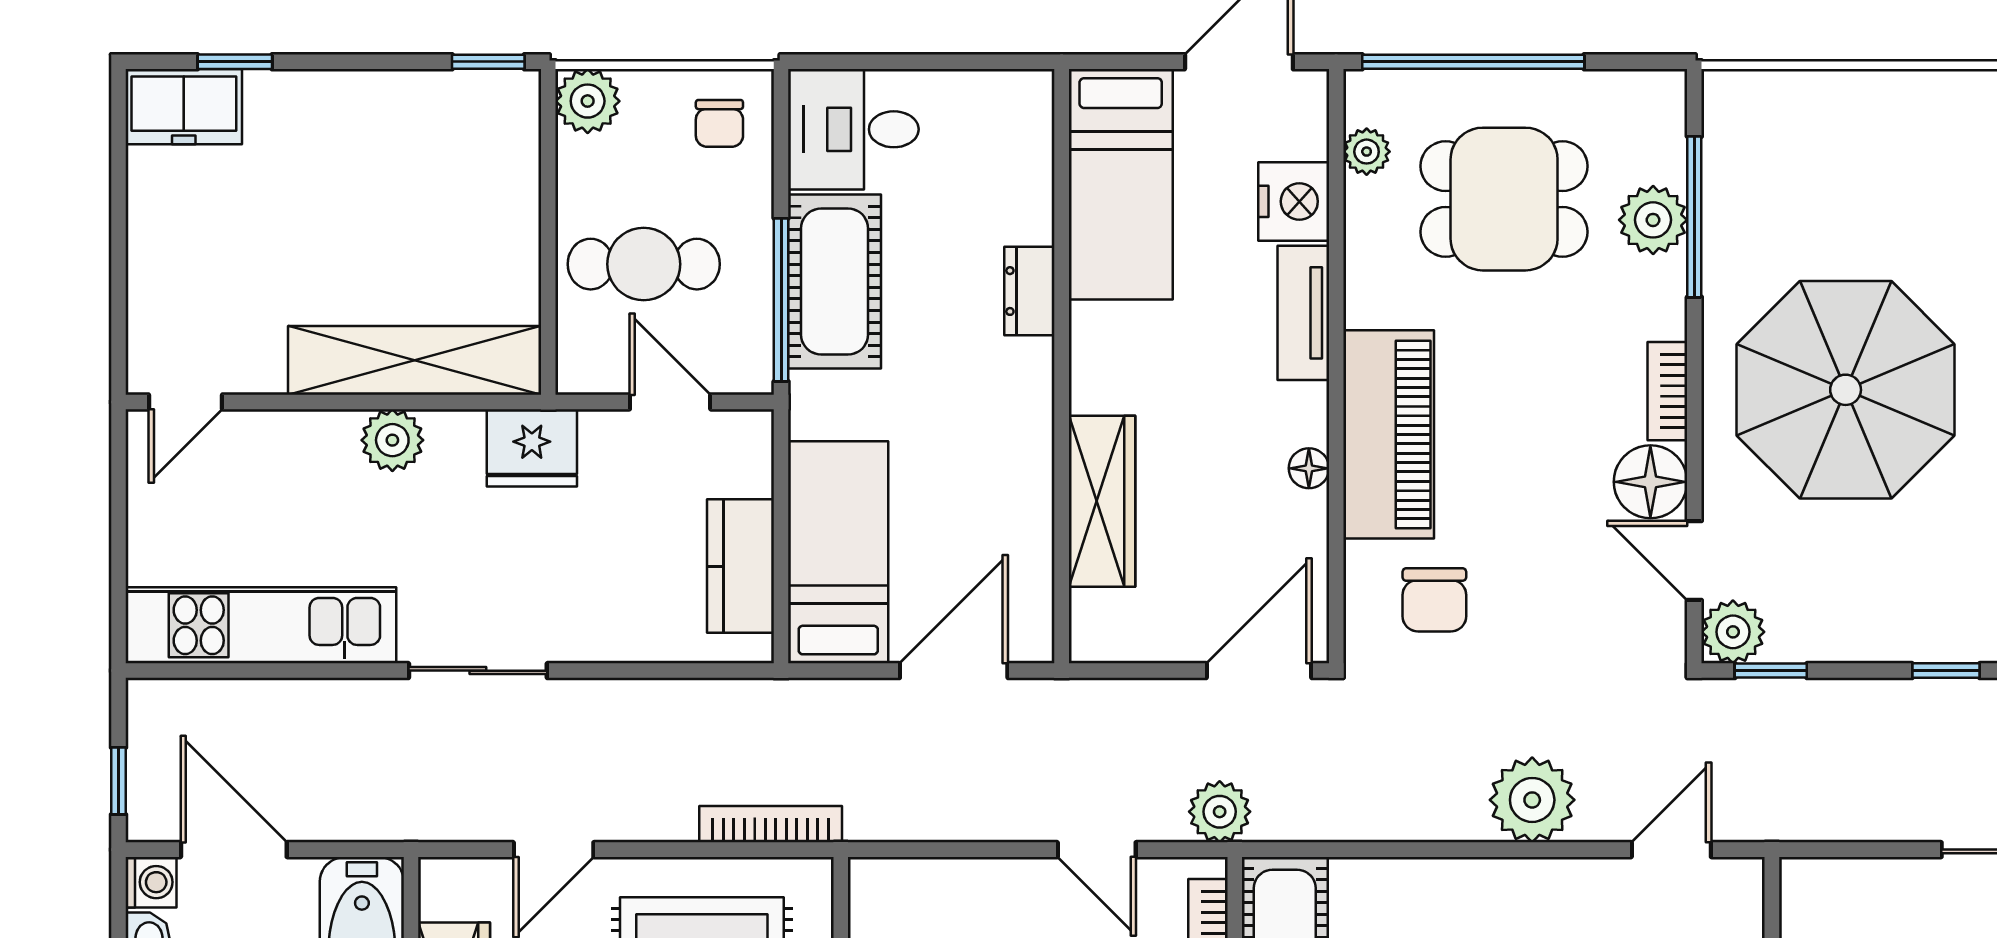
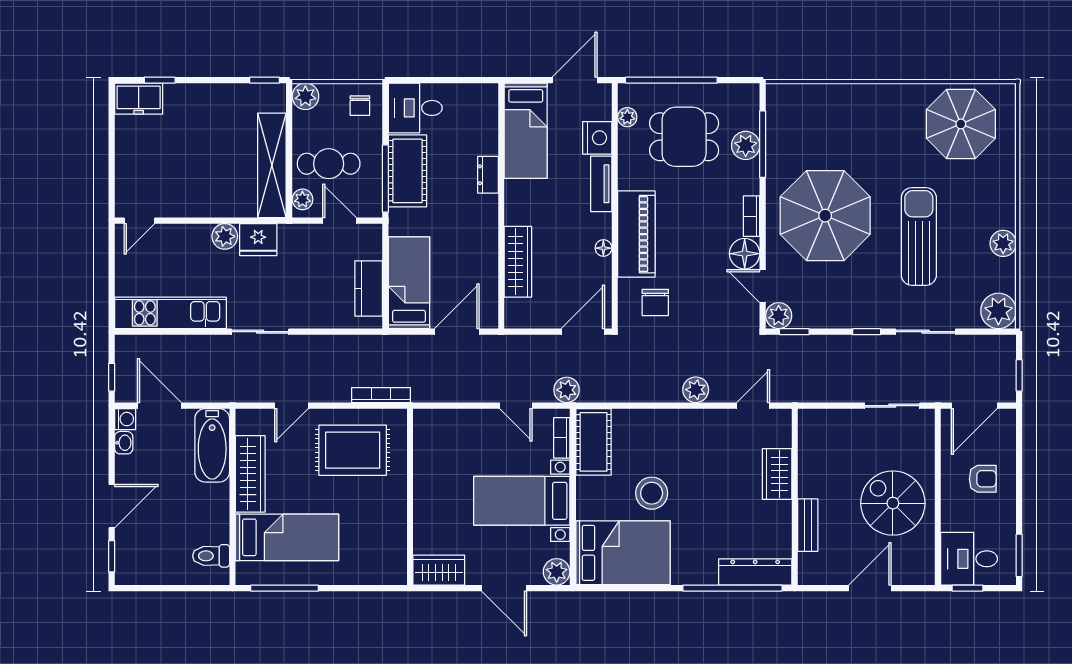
plant: (580, 351) -> (302, 199), added
shelving: (415, 360) -> (272, 165), moved, turned 90
fridge: (532, 448) -> (258, 240), moved
plant: (1532, 800) -> (696, 390), width x0.73, depth x0.73

